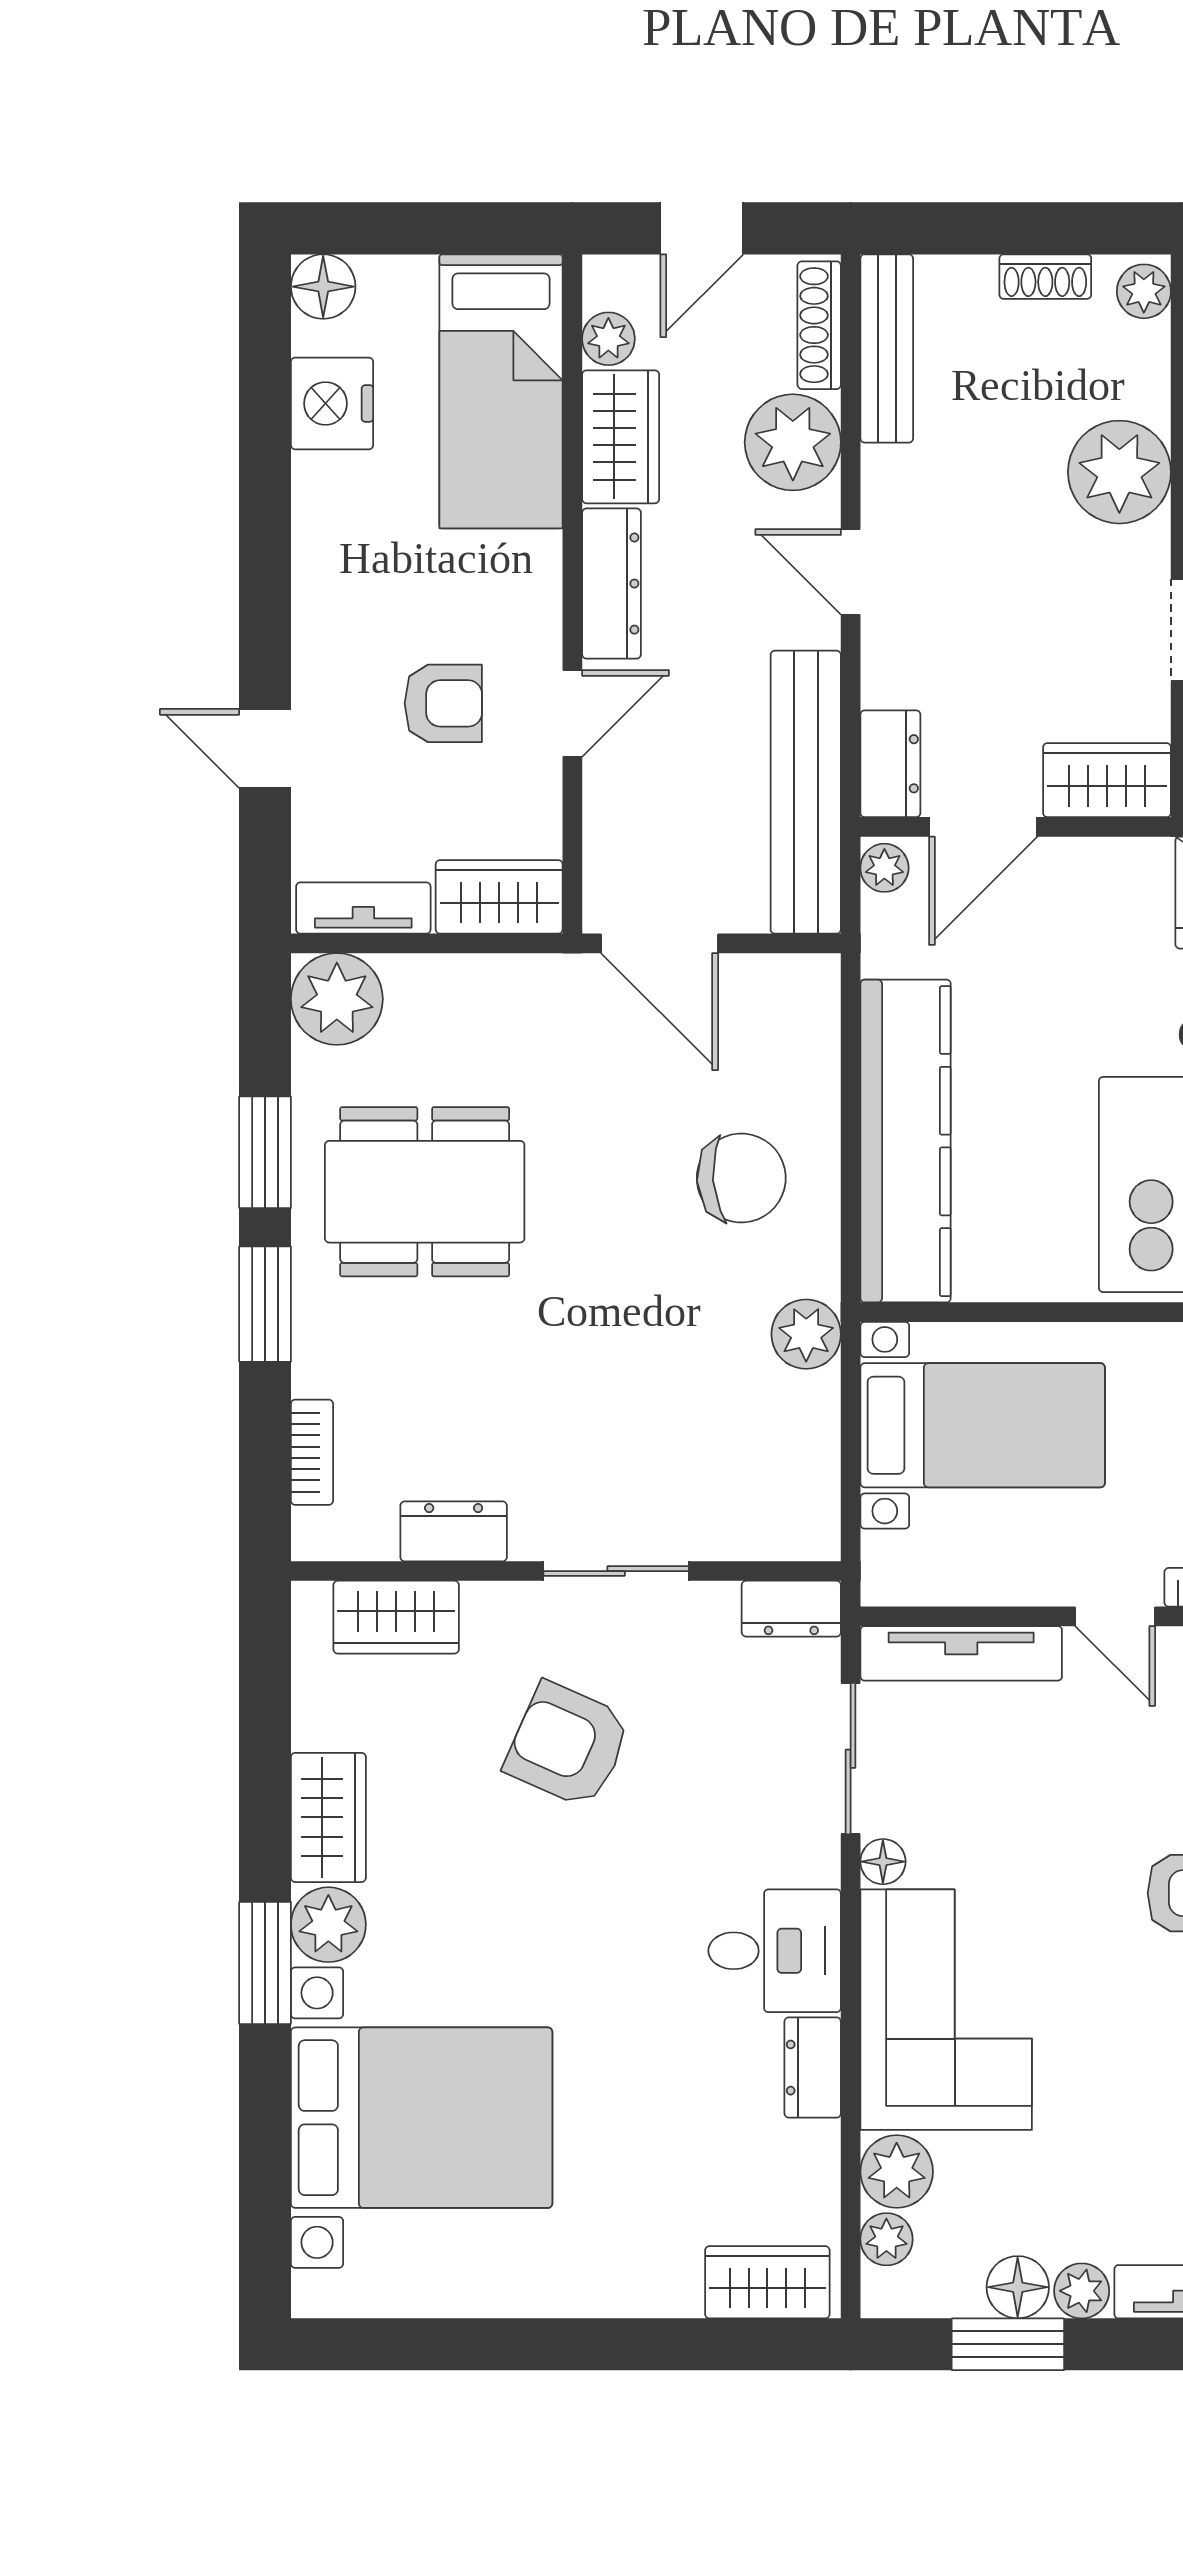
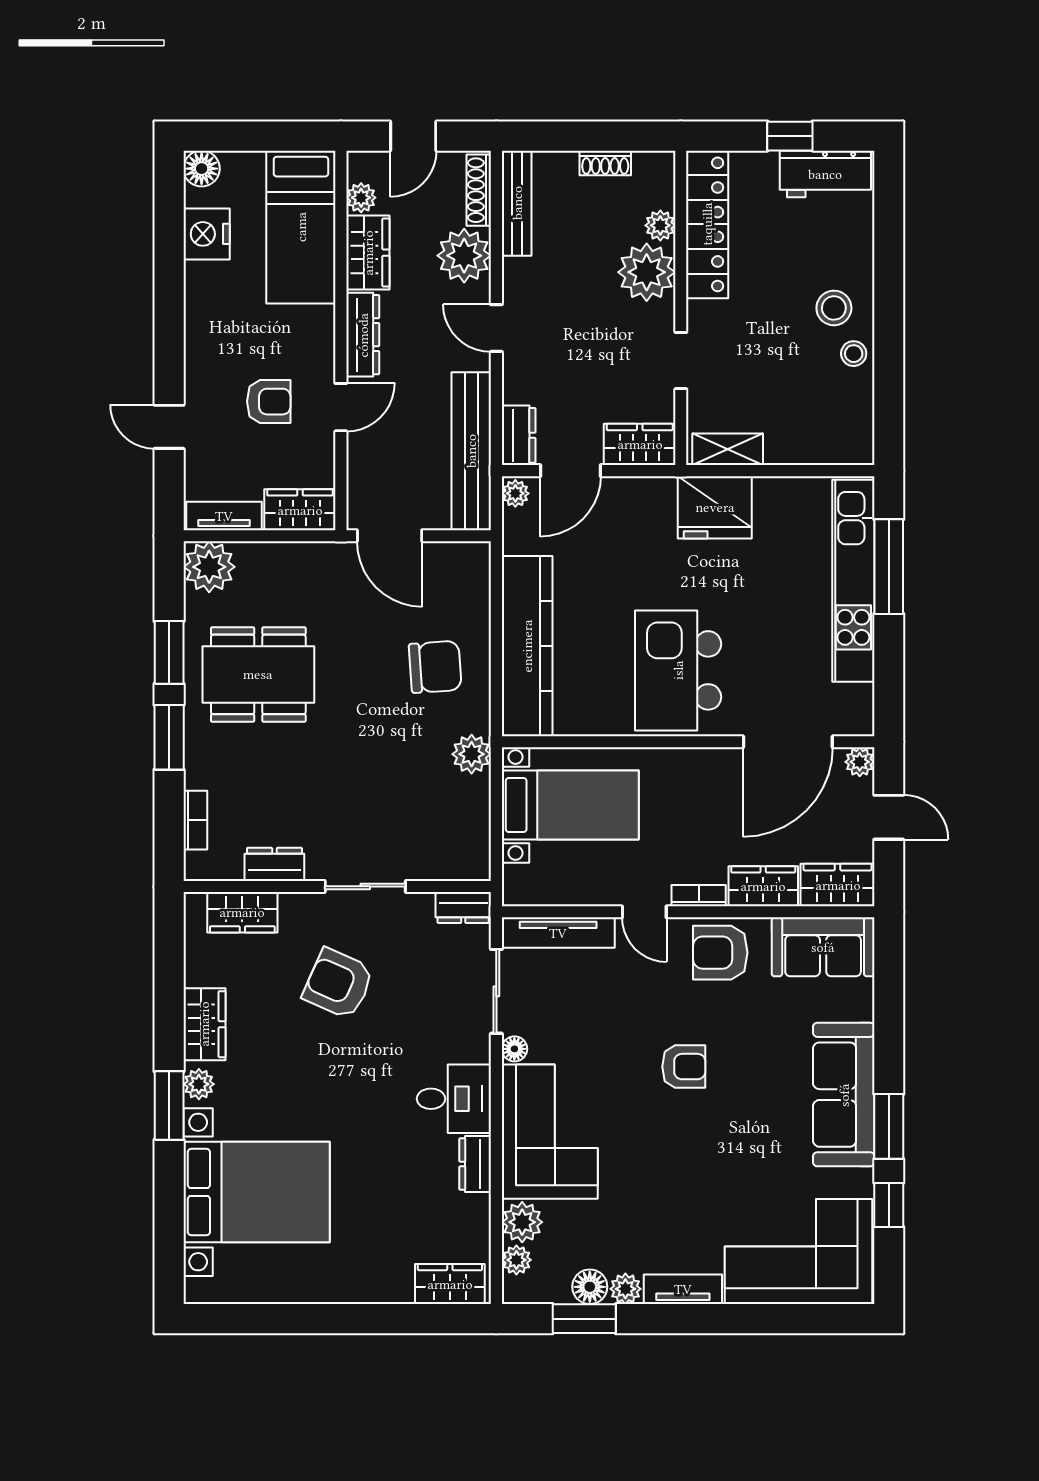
plant: (1144, 291) -> (660, 225), moved
plant: (328, 1925) -> (199, 1084), width x0.73, depth x0.73

